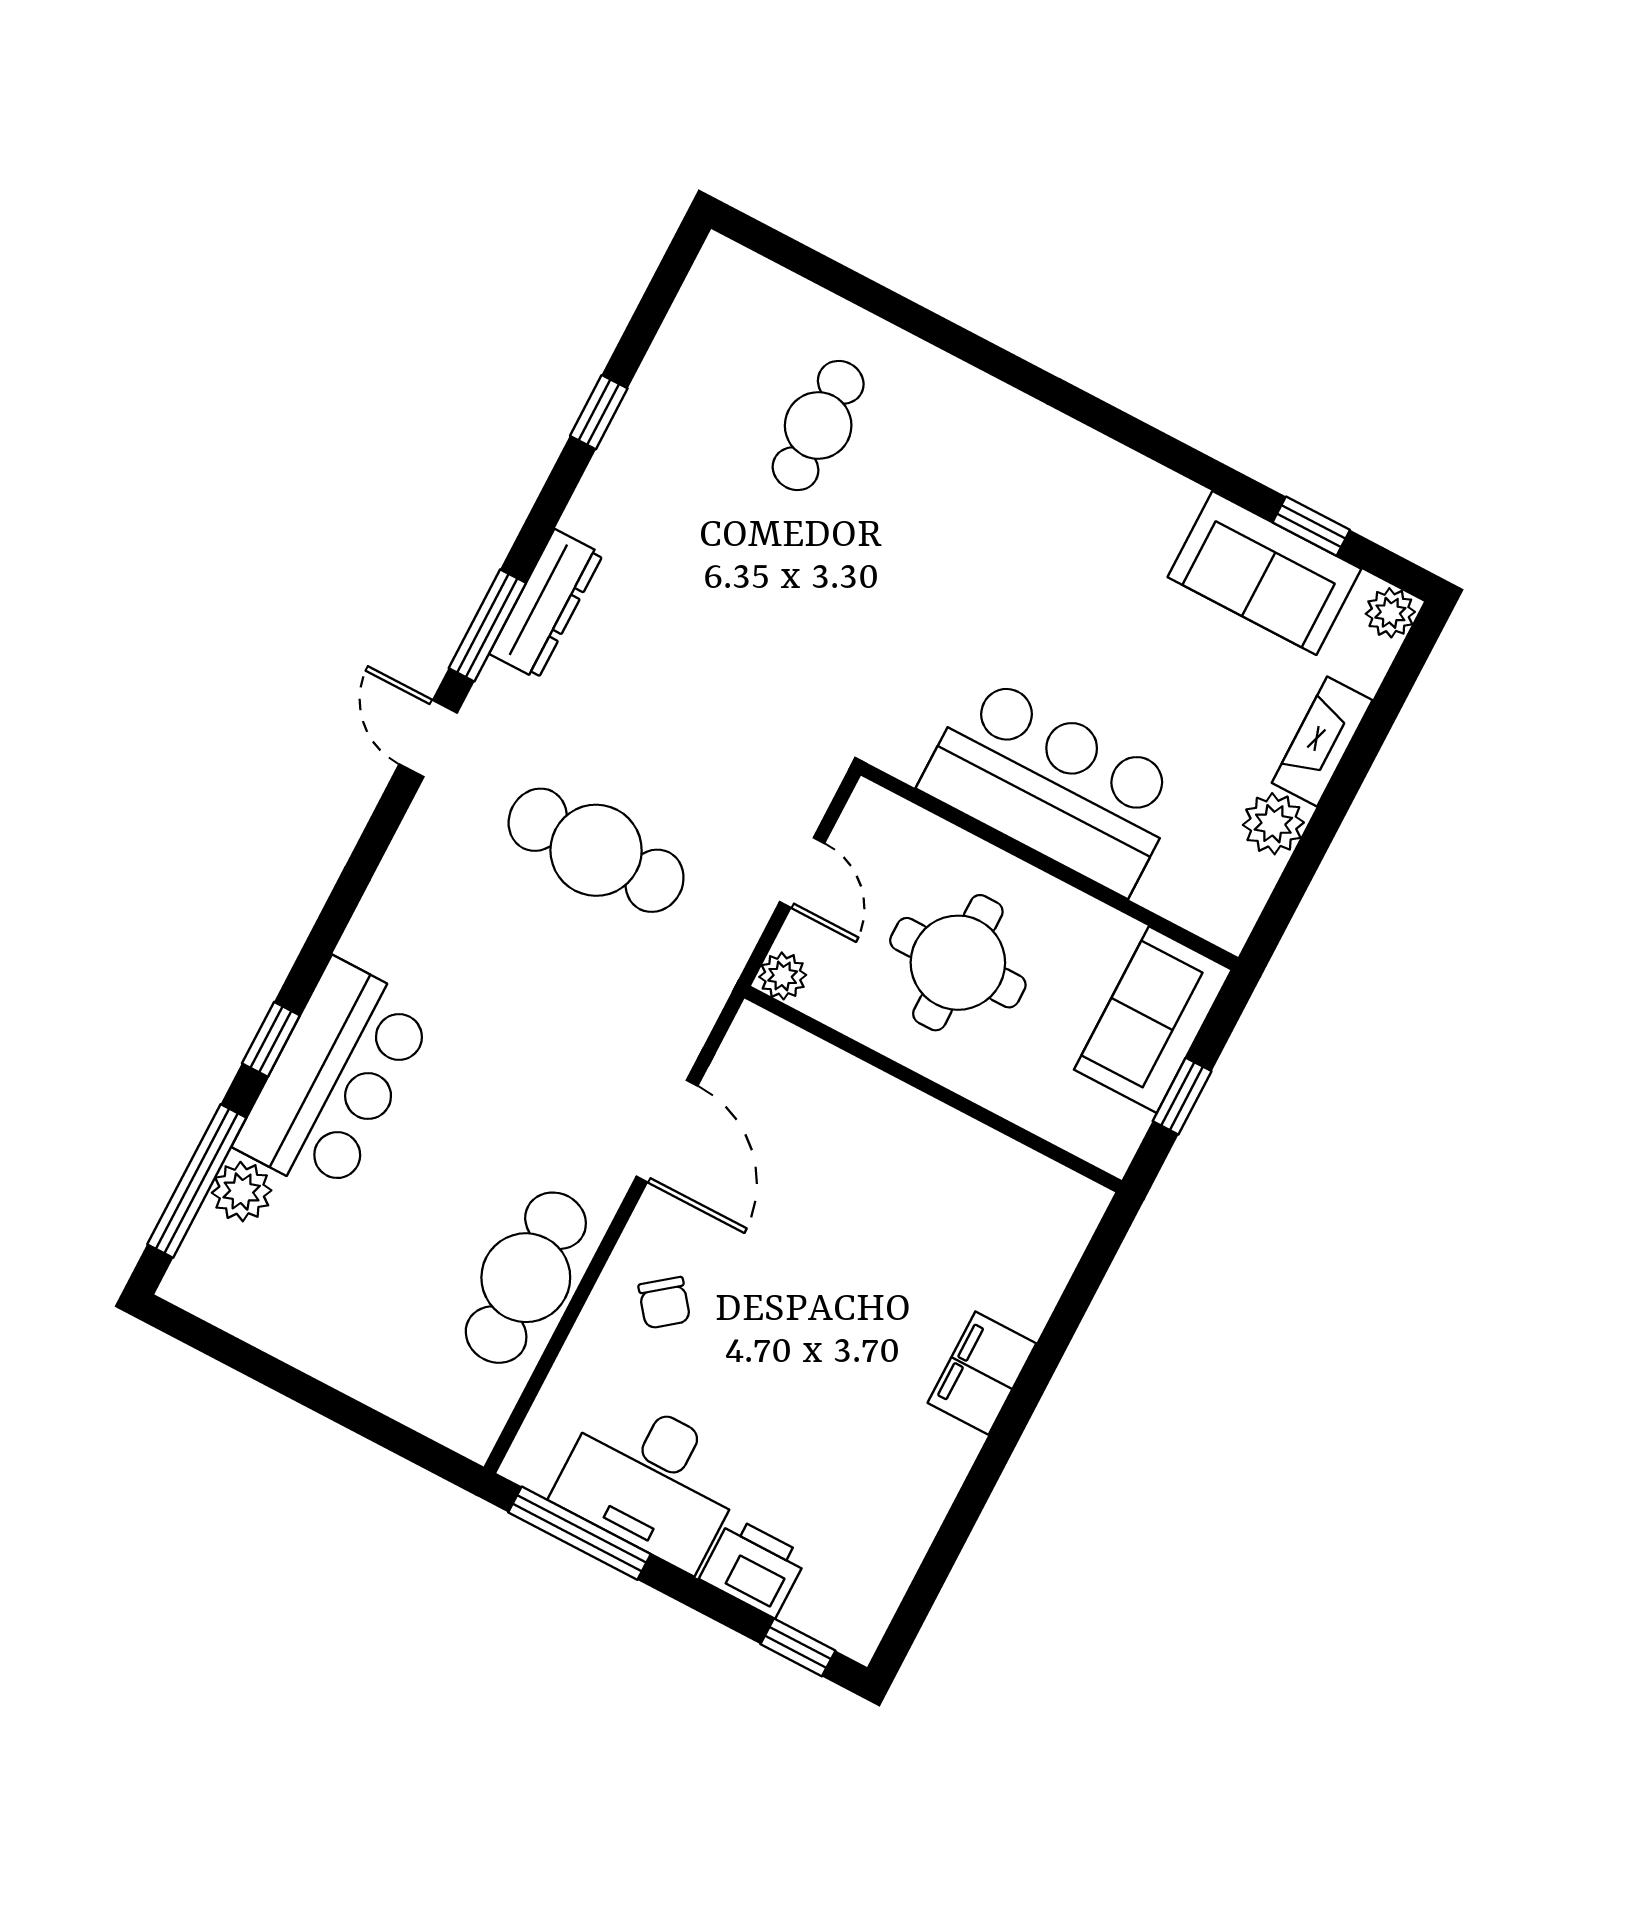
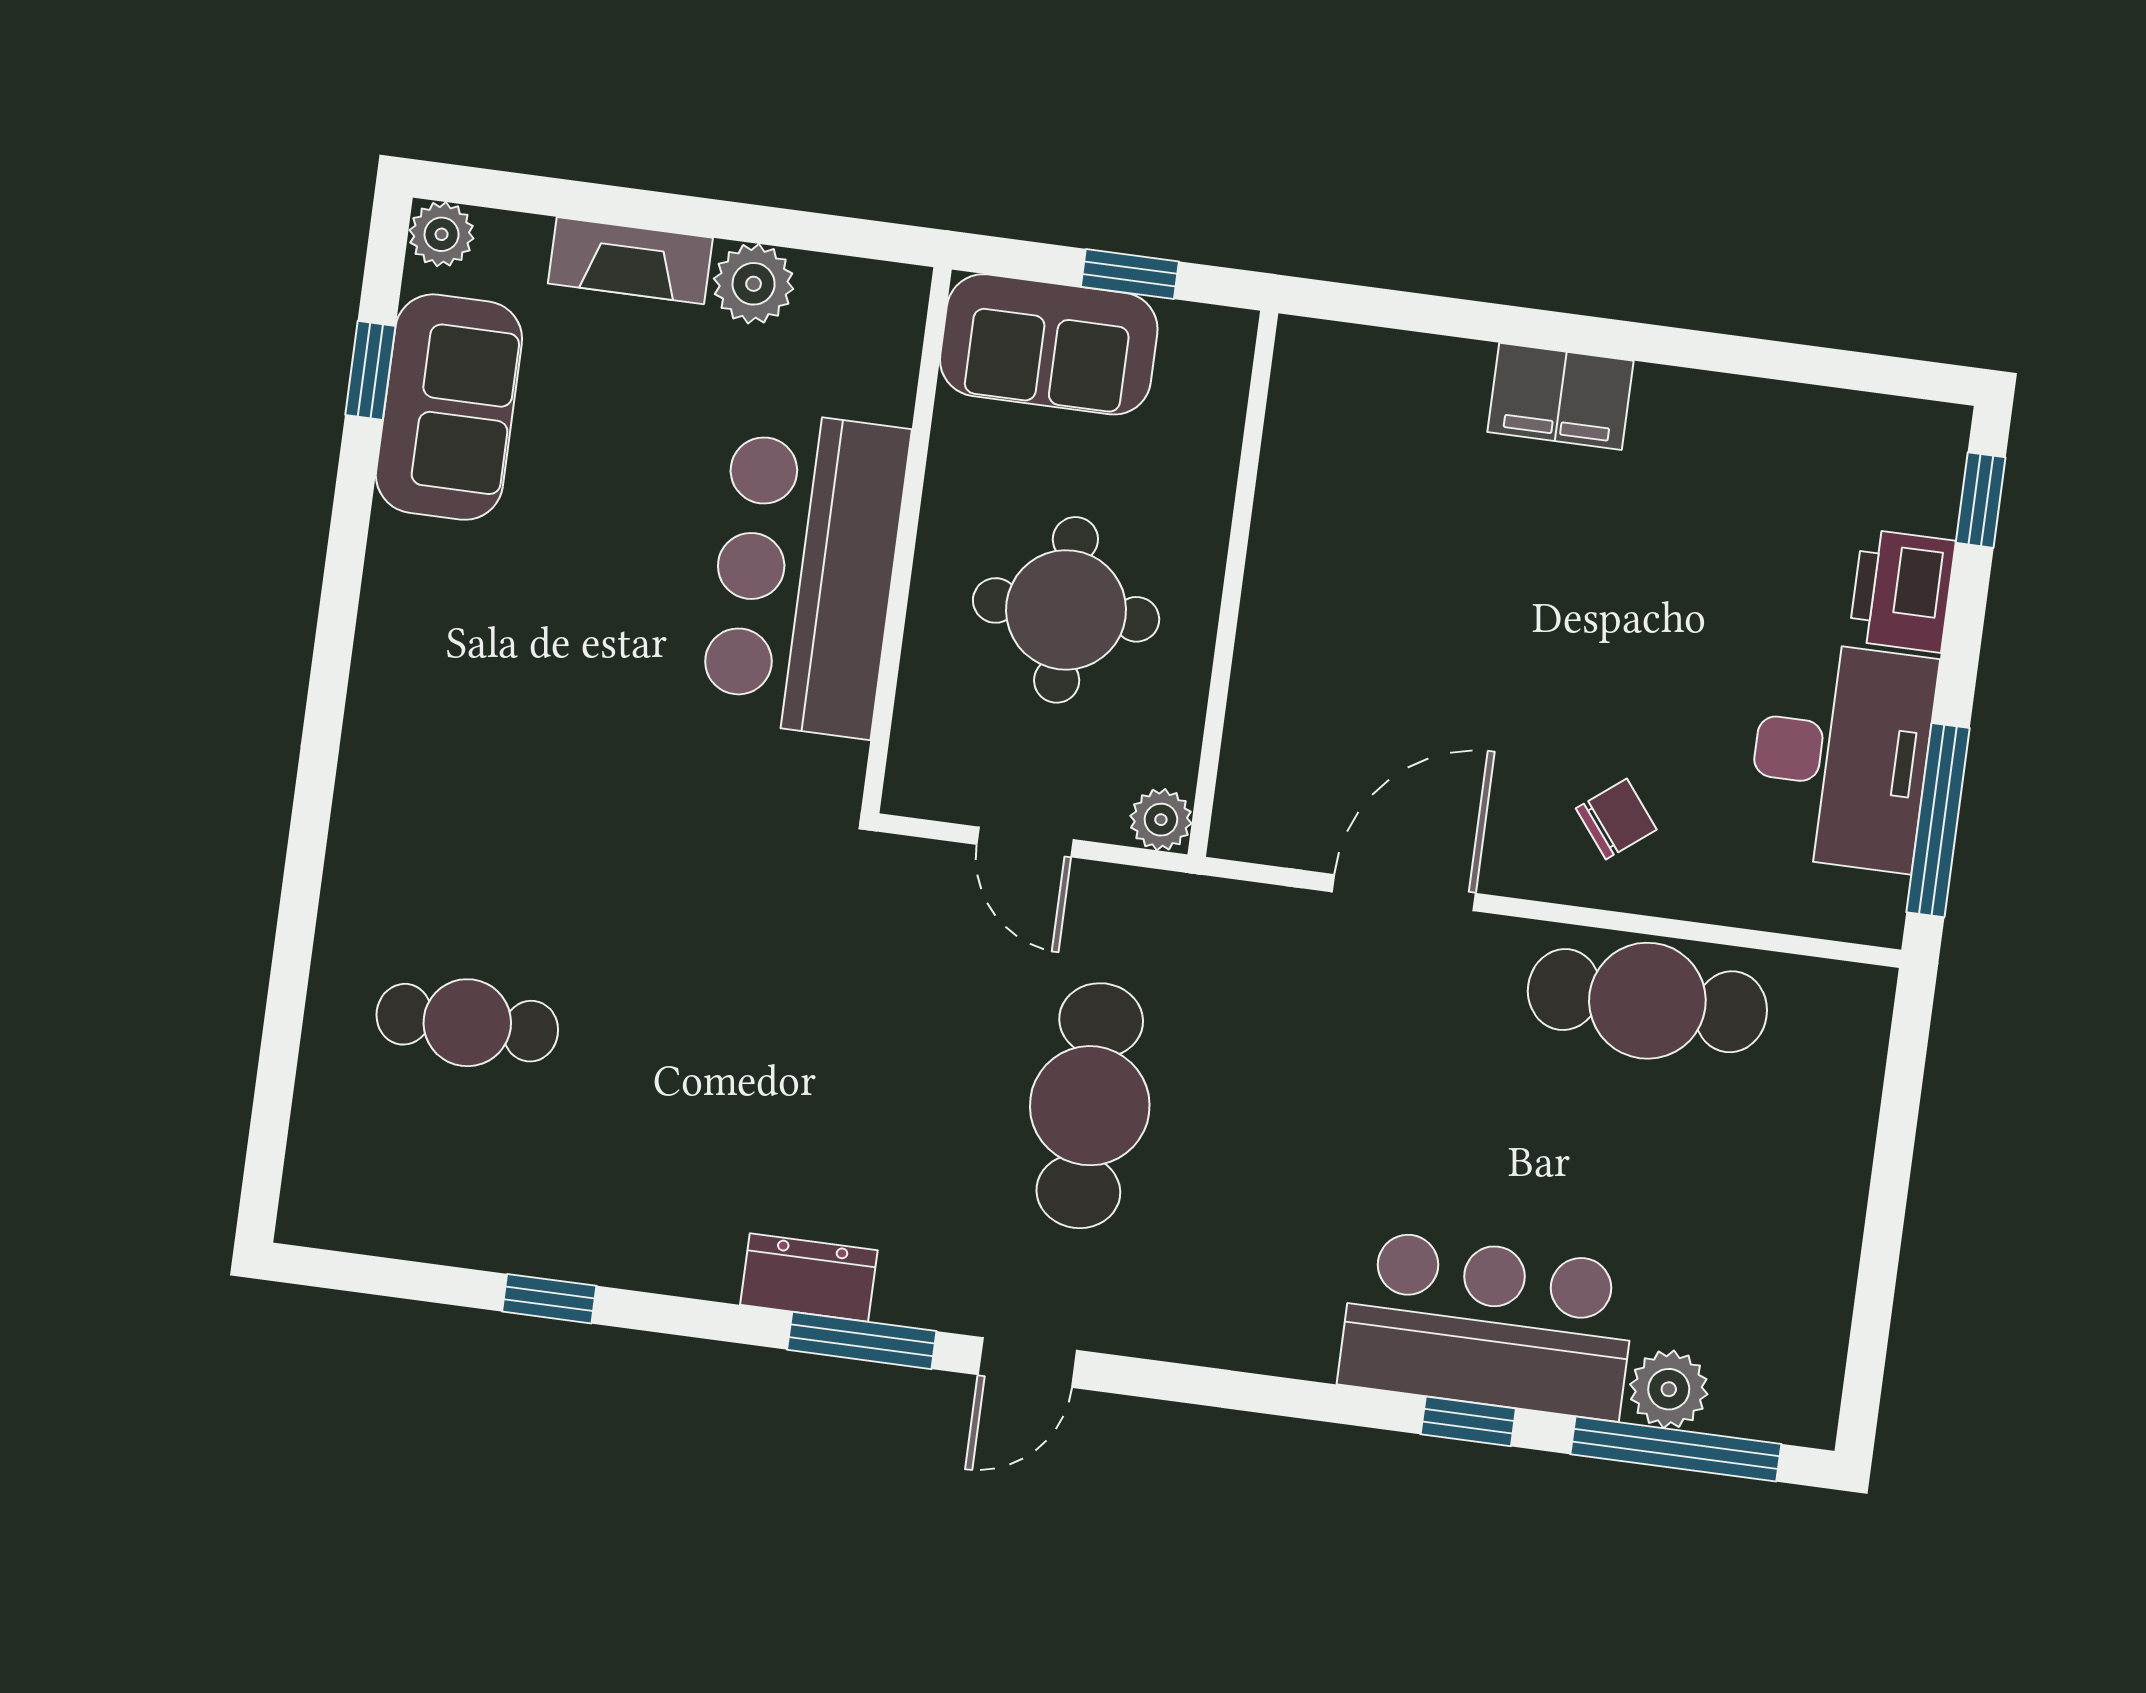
dresser: (546, 604) -> (809, 1277), width x0.70
door: (802, 873) -> (1025, 842), swing flipped

